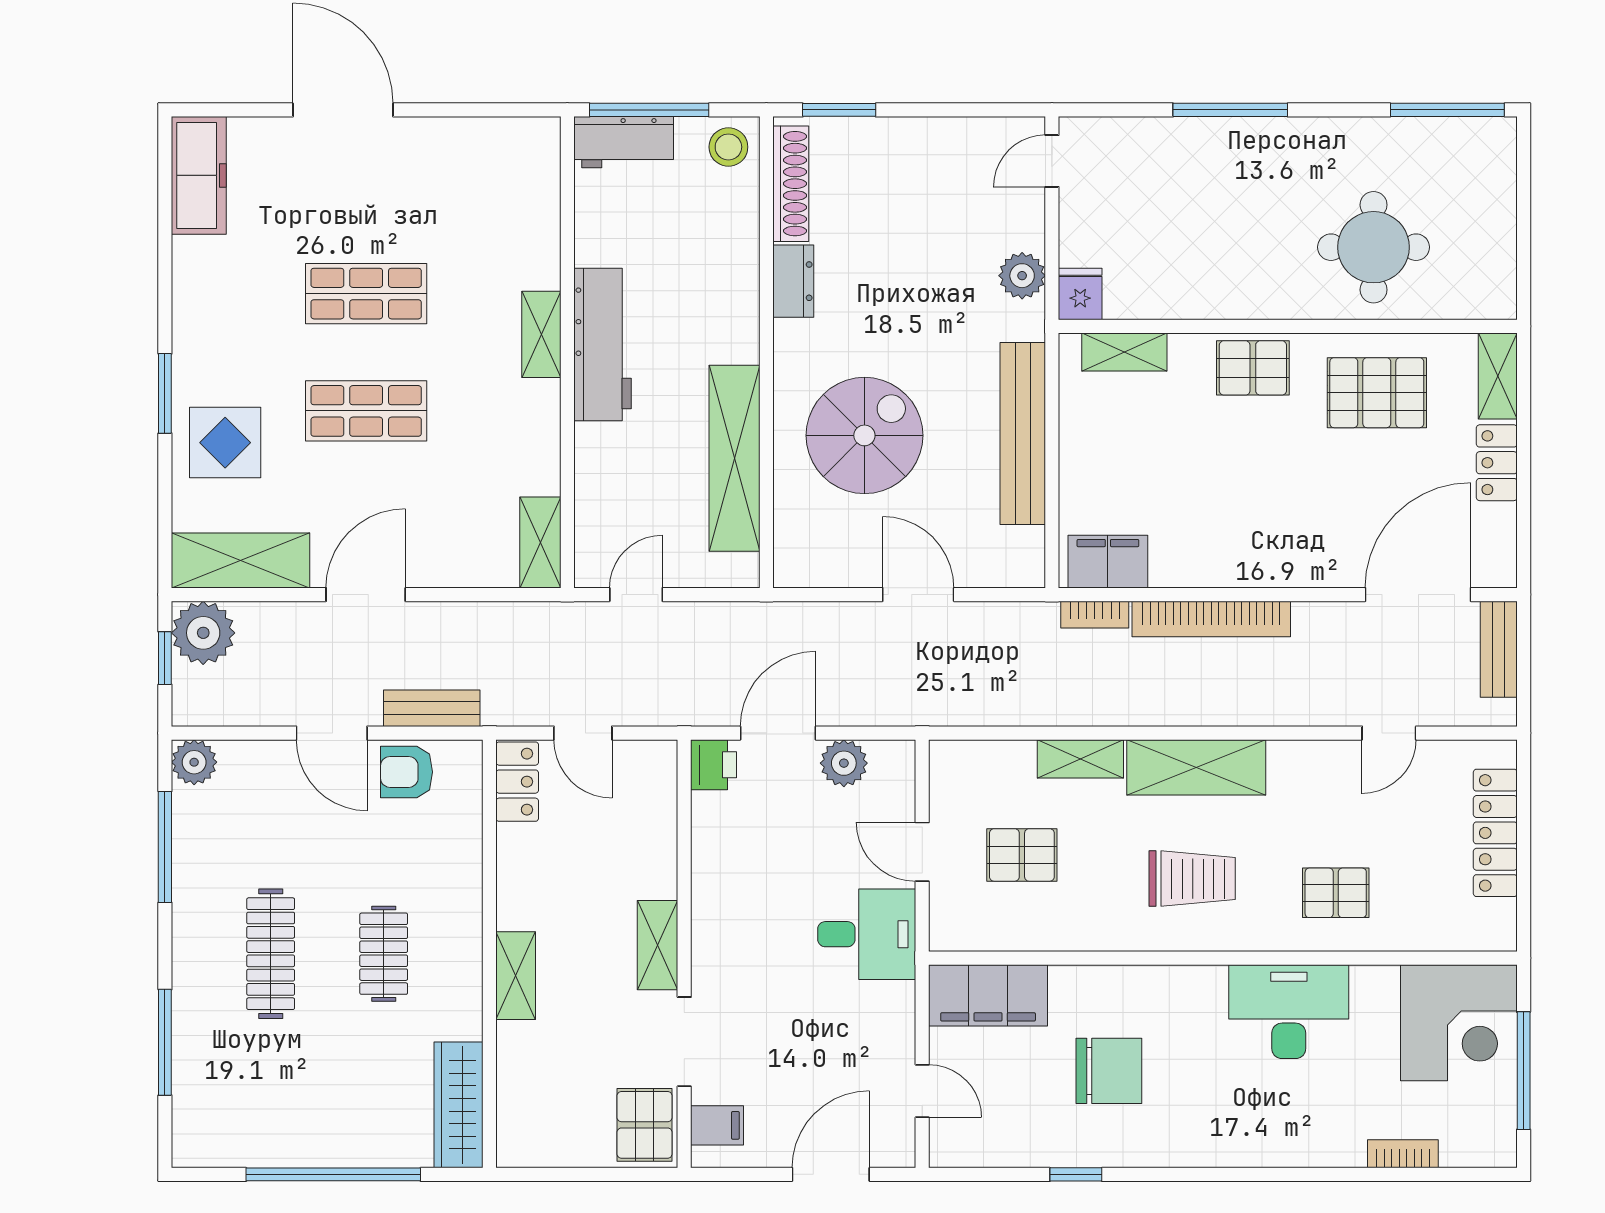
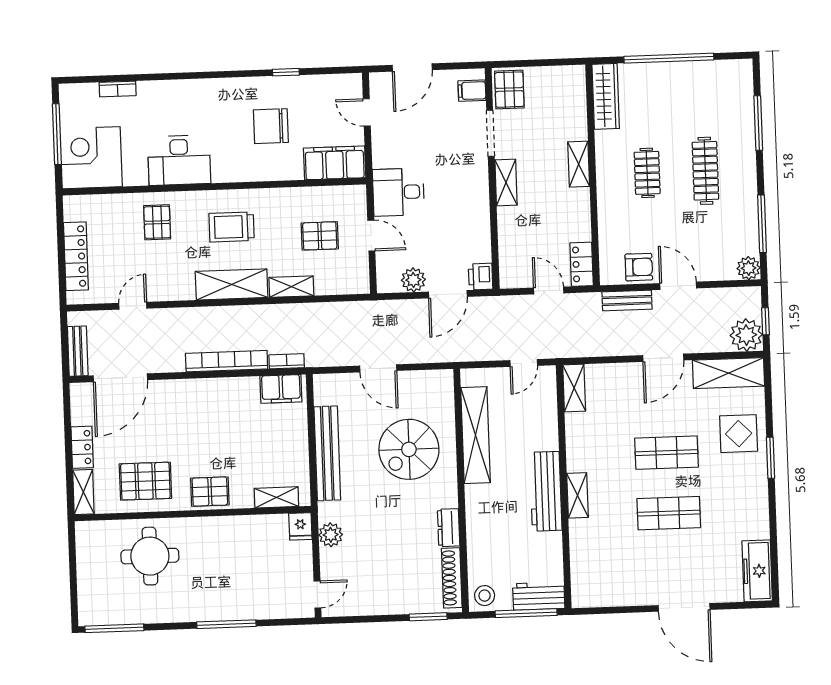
pallet: (1336, 893) -> (157, 222), turned 90

